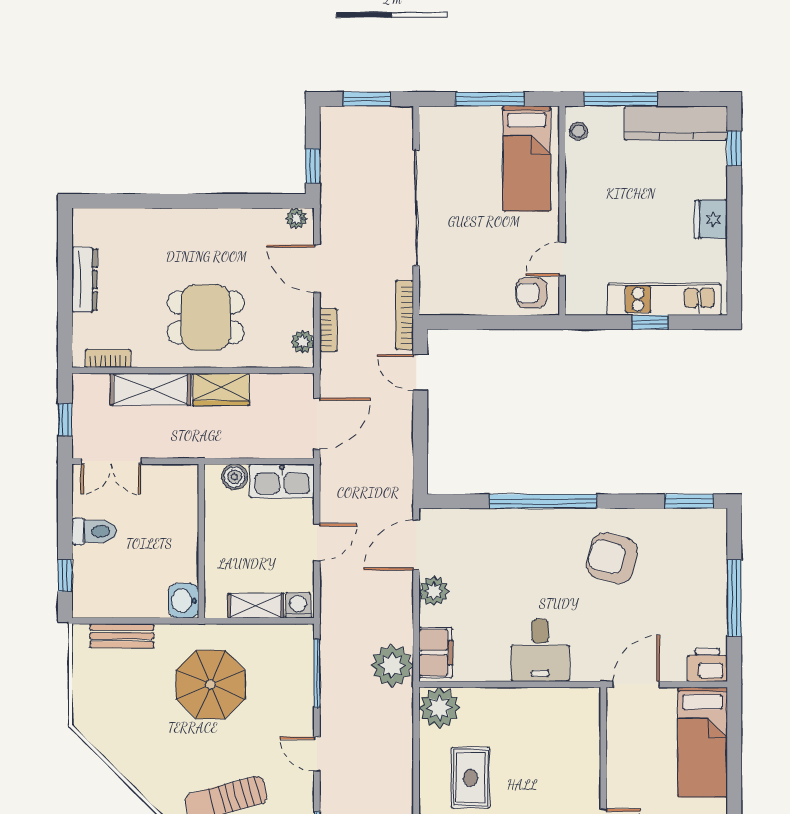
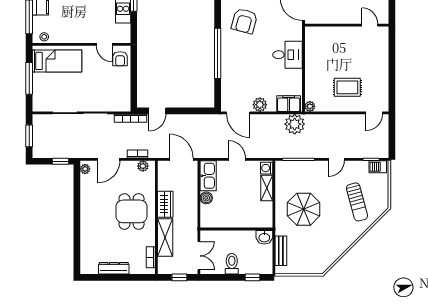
wall: (201, 541) -> (236, 229), moved
washbasin: (184, 601) -> (264, 237), moved
plant: (439, 708) -> (310, 106), width x0.53, depth x0.53

